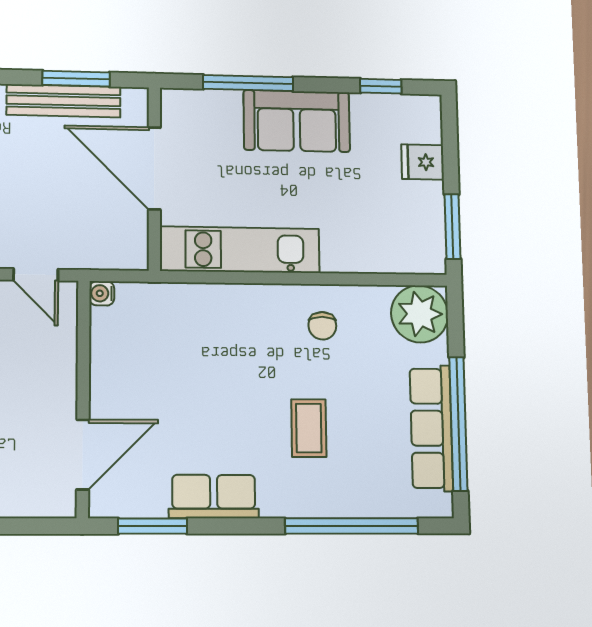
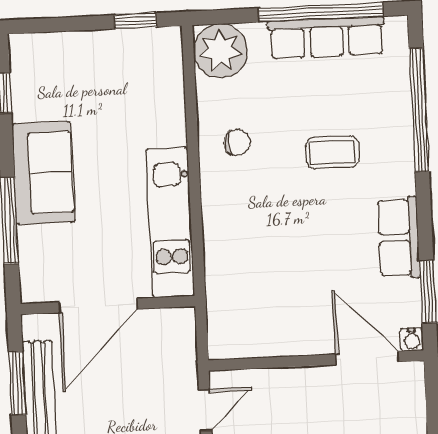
fridge: (423, 162) -> (75, 51), removed
window: (452, 227) -> (135, 21), width x0.67
water cooler: (102, 293) -> (412, 339), moved

